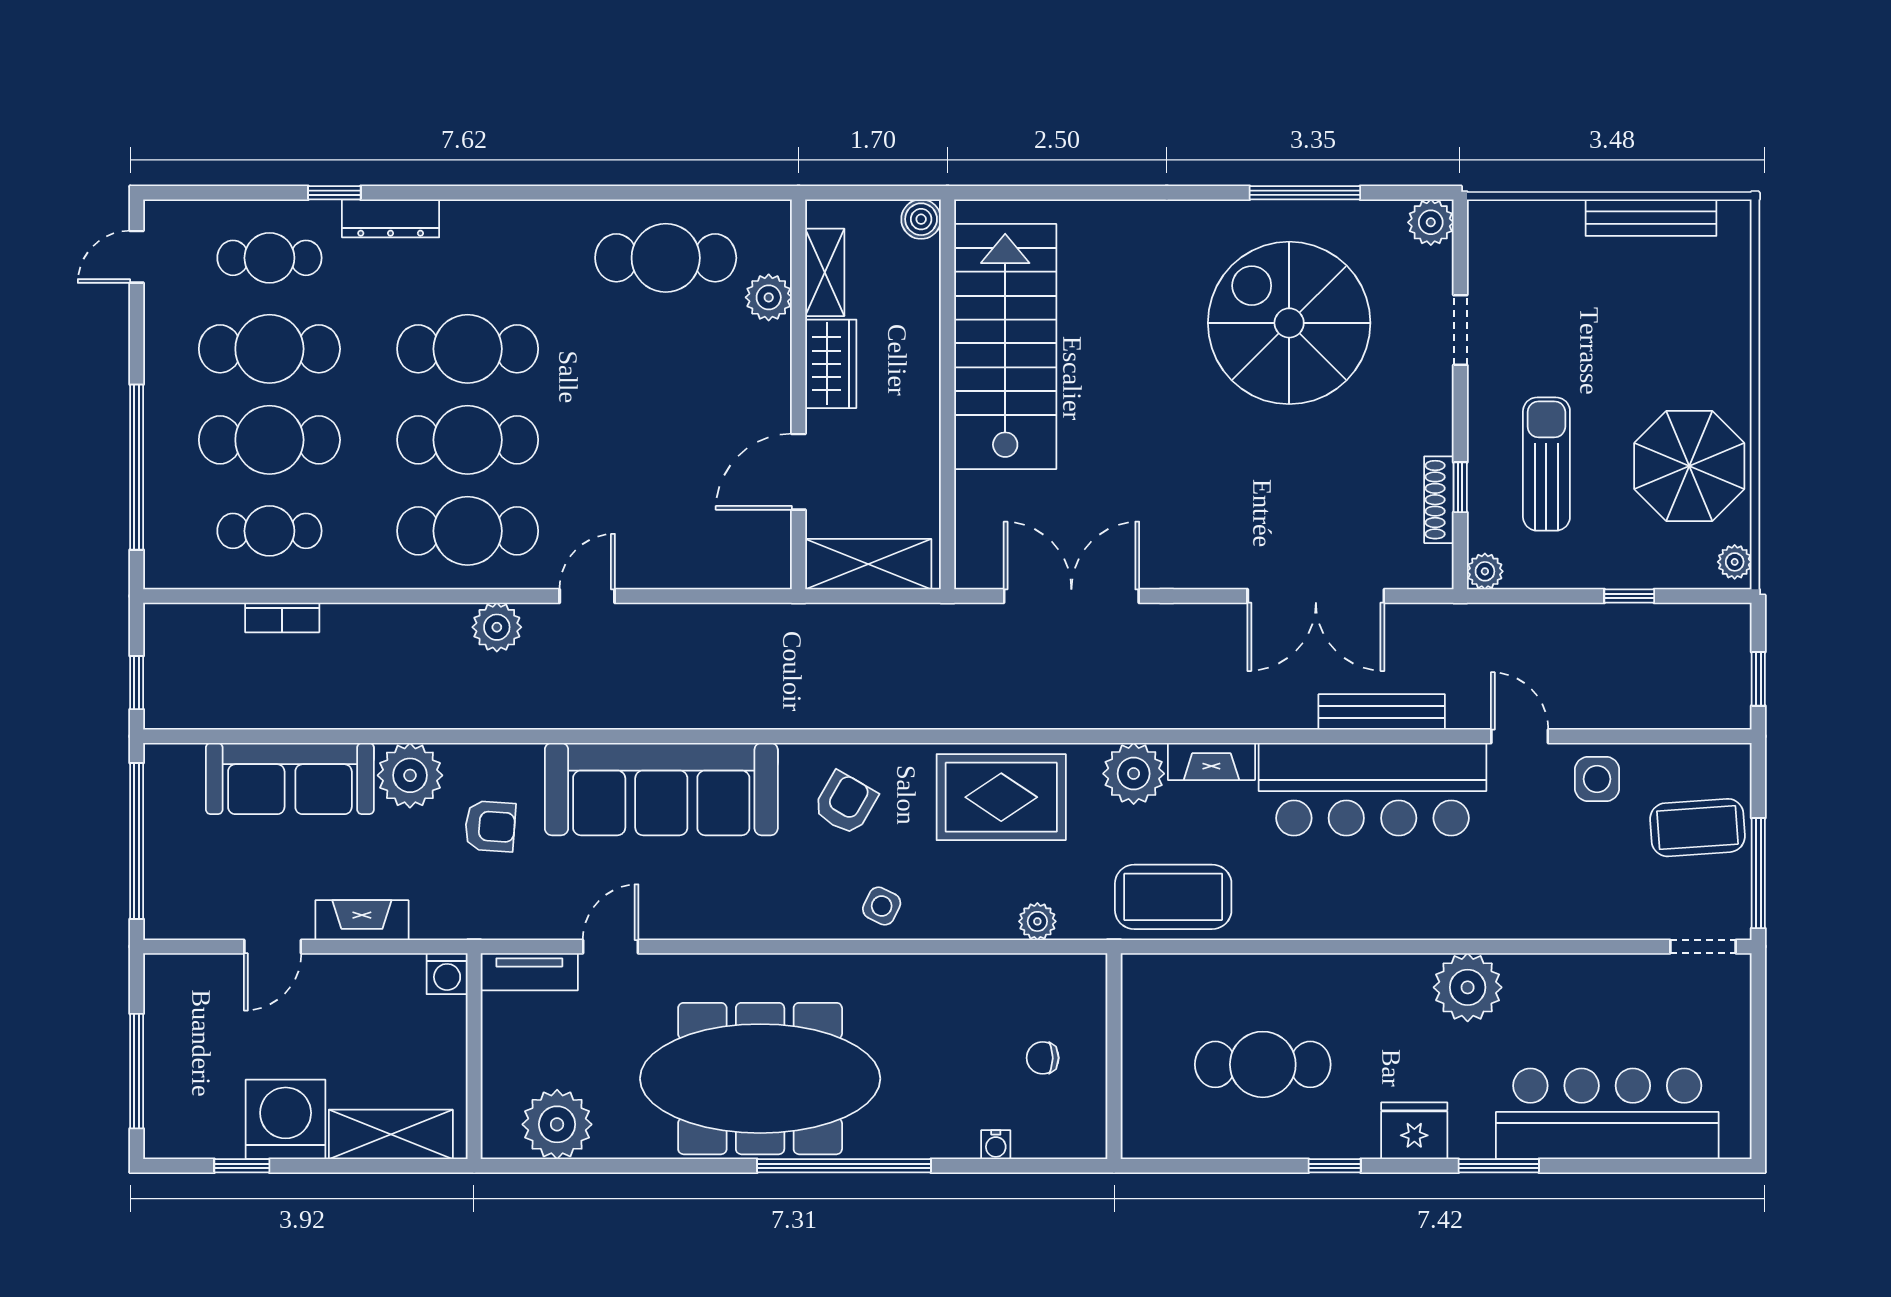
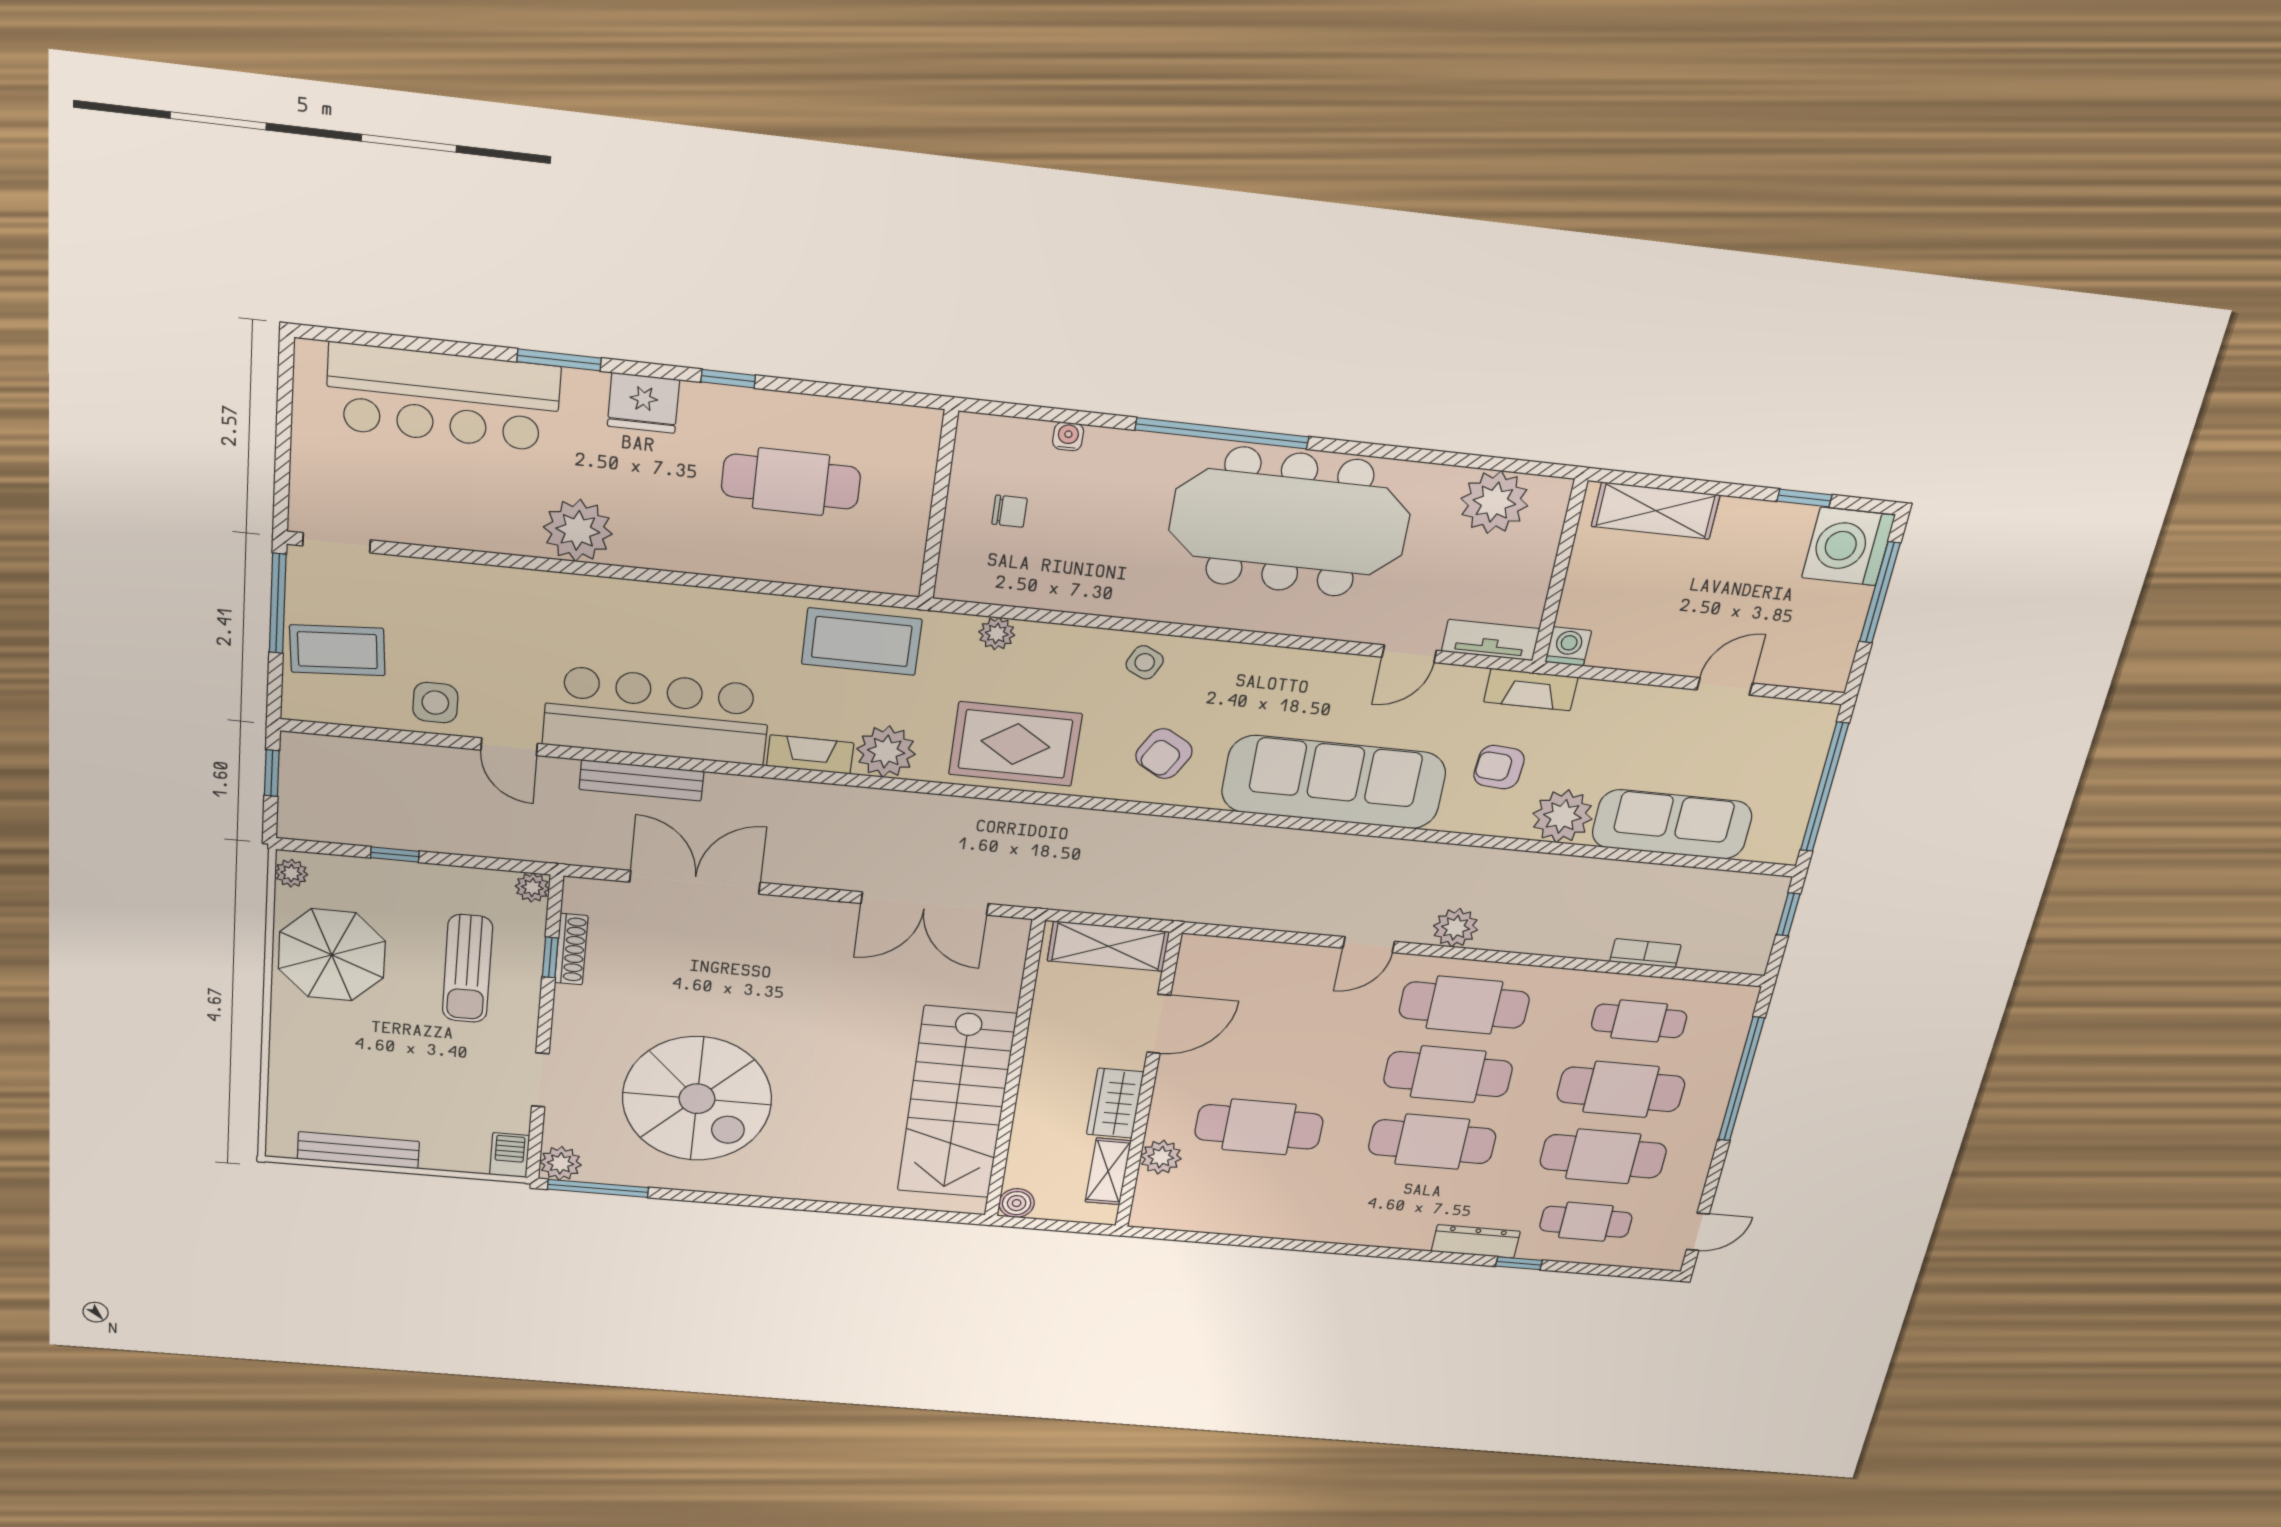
window: (1305, 193) -> (598, 1188), moved
barbecue: (1487, 228) -> (510, 1155), added
cafe table: (666, 258) -> (1259, 1127), moved
fireplace: (362, 920) -> (1531, 690), moved
washing machine: (286, 1119) -> (1848, 546), moved, turned 90

